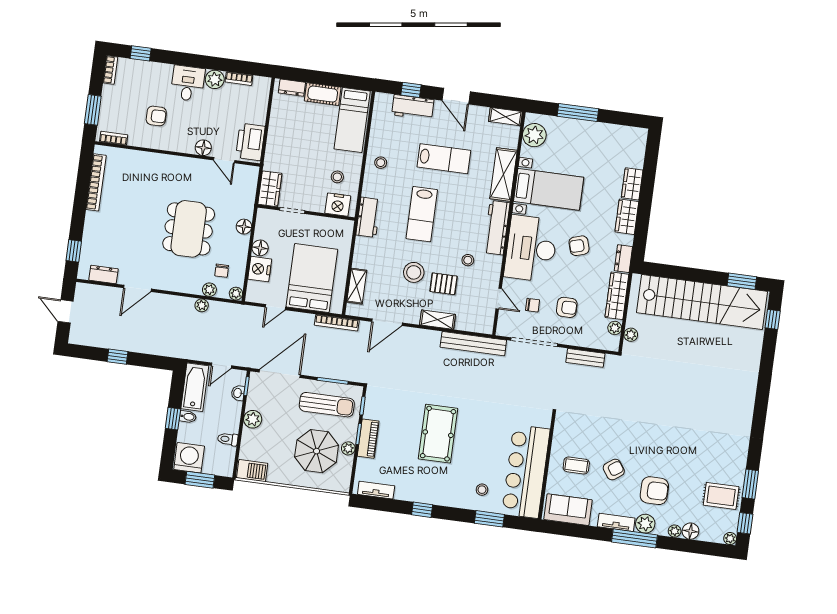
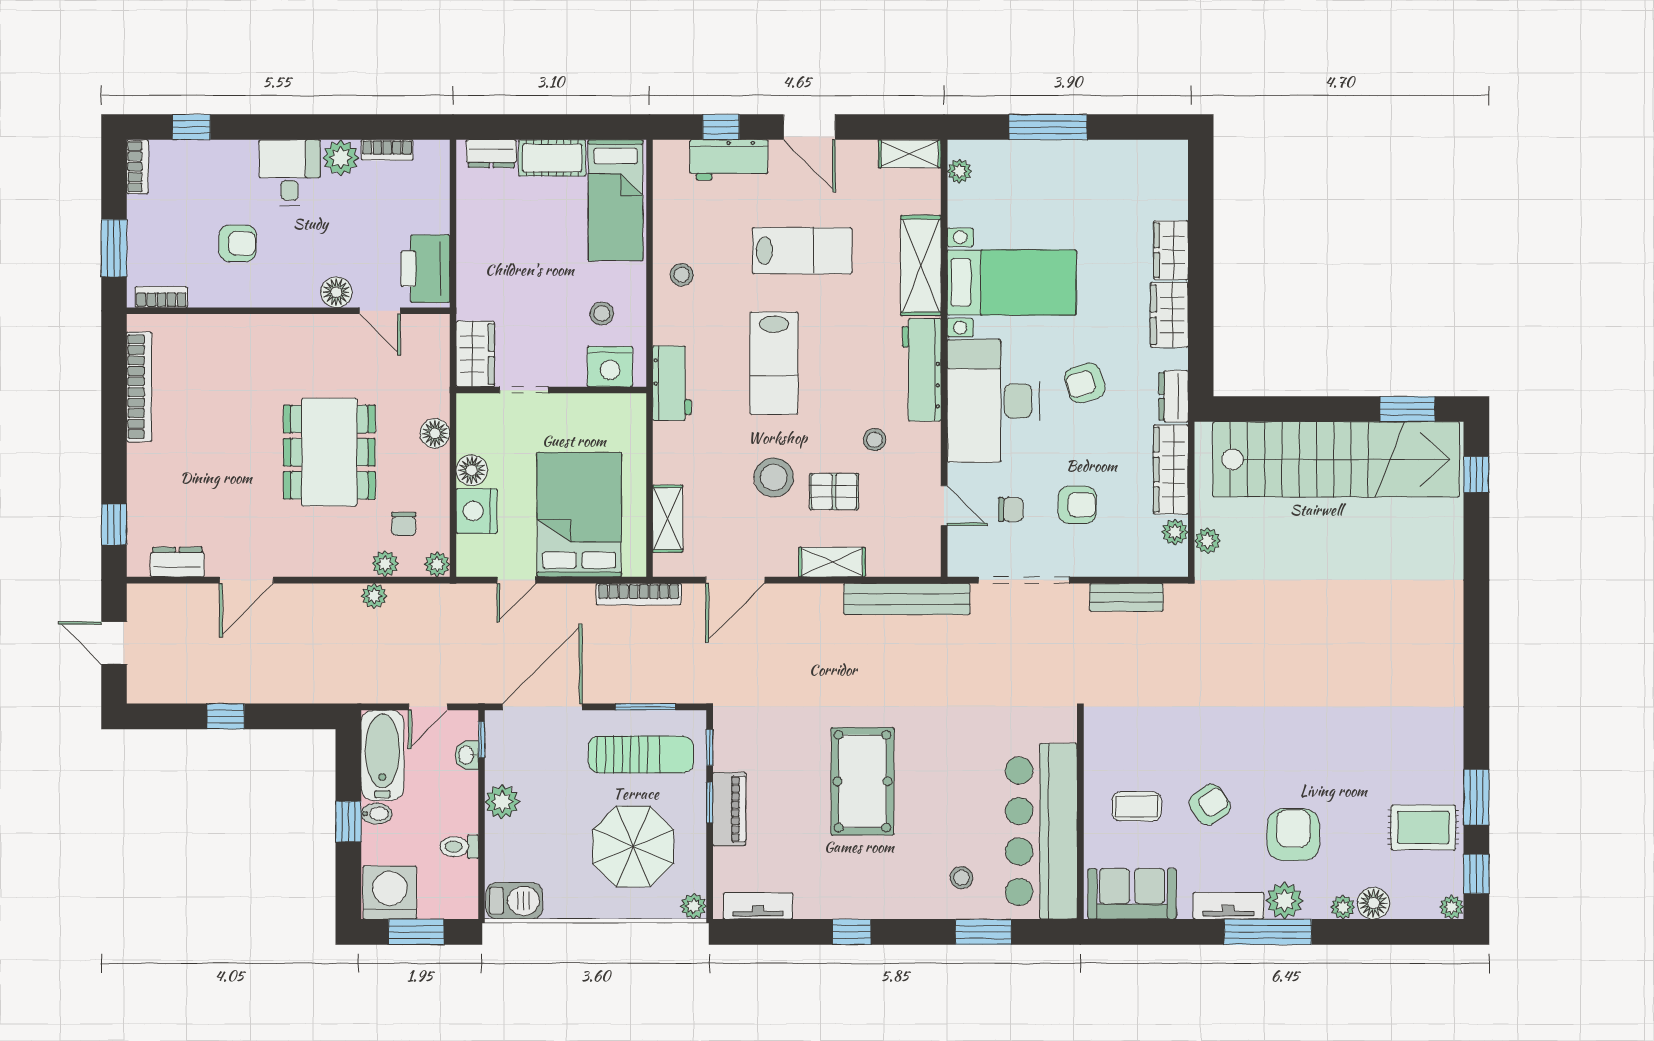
plant: (534, 135) -> (959, 171), width x0.53, depth x0.53
plant: (348, 448) -> (693, 906), moved
armchair: (654, 491) -> (1293, 835), turned -90

